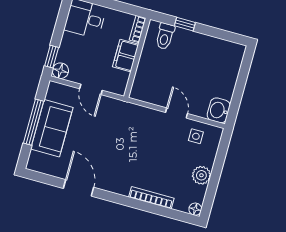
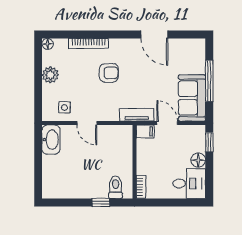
filing cabinet: (126, 56) -> (145, 131), moved, width x0.50
floor lamp: (60, 71) -> (198, 160), moved
tv unit: (121, 107) -> (137, 115), added
washbasin: (219, 110) -> (51, 140), width x1.38
sofa: (52, 128) -> (192, 98), moved
armchair: (138, 160) -> (109, 73), added

